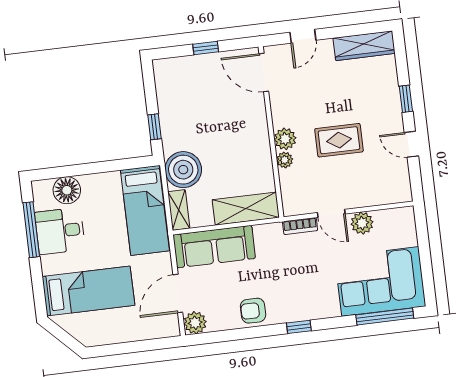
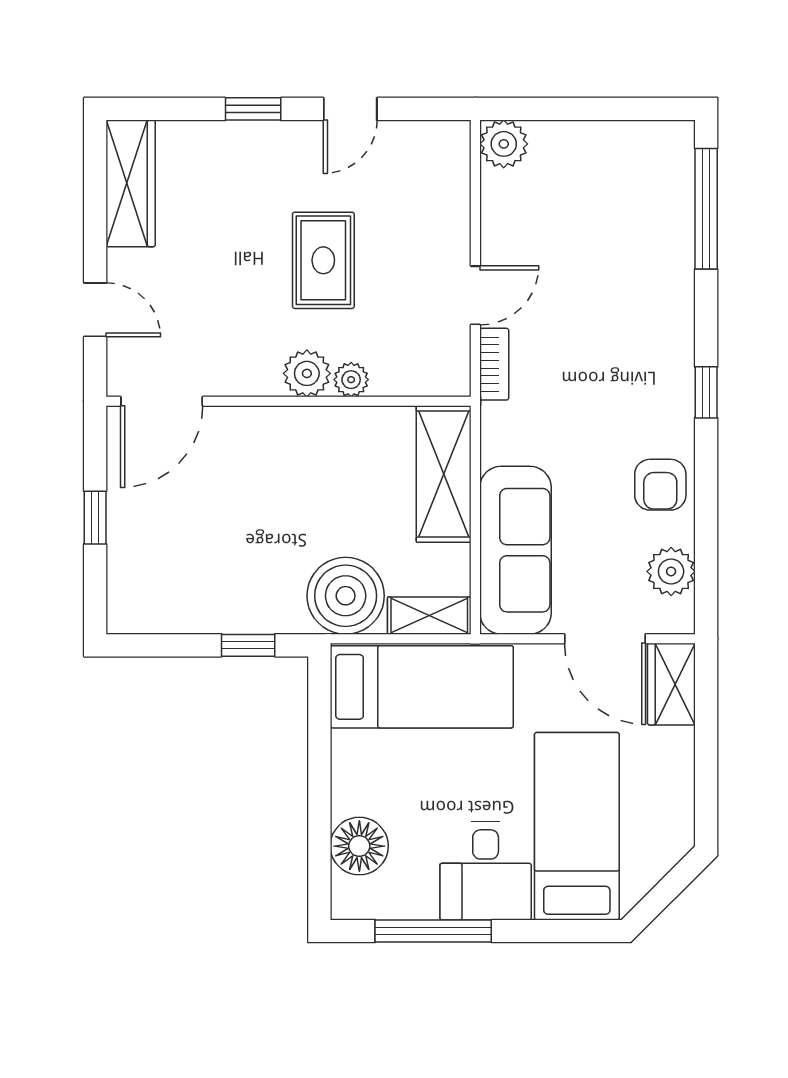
plant: (362, 223) -> (504, 144), moved
desk: (60, 231) -> (486, 871), moved
corner sofa: (380, 281) -> (631, 210), removed
plant: (195, 323) -> (671, 571), moved
wardrobe: (160, 327) -> (671, 684), added

